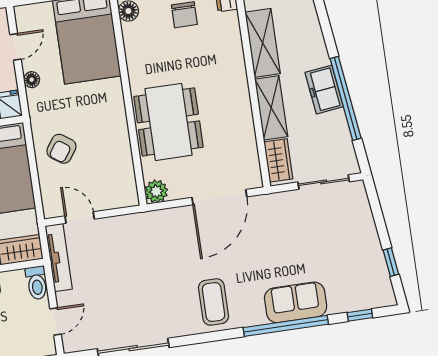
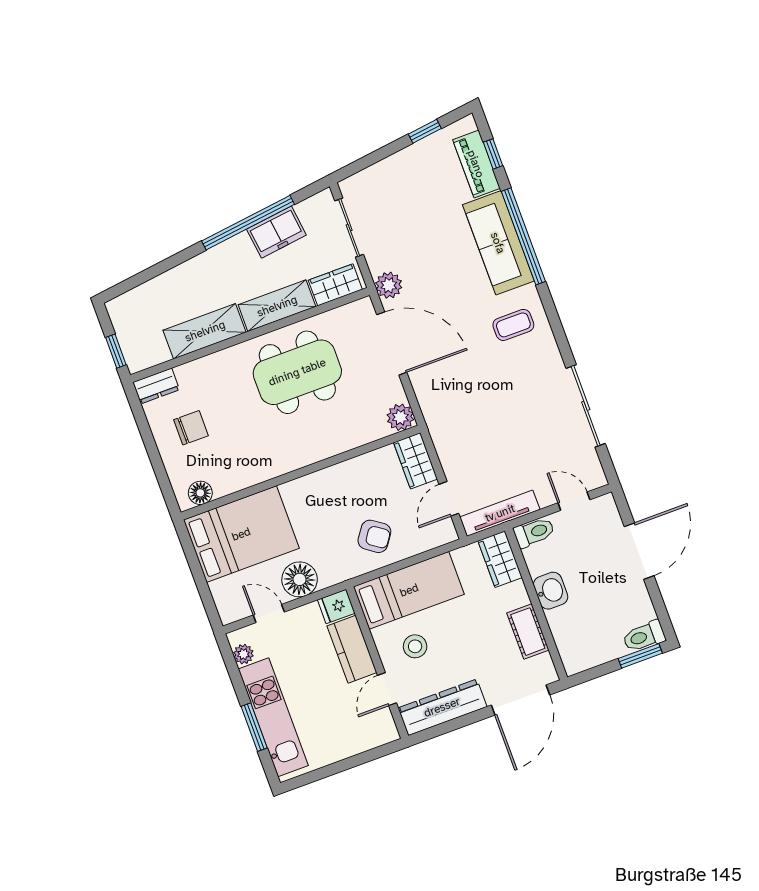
floor lamp: (32, 80) -> (300, 579), width x1.89, depth x1.89
freezer: (324, 90) -> (276, 232), moved
dining table: (168, 122) -> (297, 372), moved
wardrobe: (117, 196) -> (416, 461), added
plant: (269, 205) -> (389, 285), added
piano: (354, 299) -> (476, 164), added
coffee table: (213, 302) -> (513, 325), width x0.73, depth x0.77
sofa: (296, 302) -> (498, 243), width x1.36

